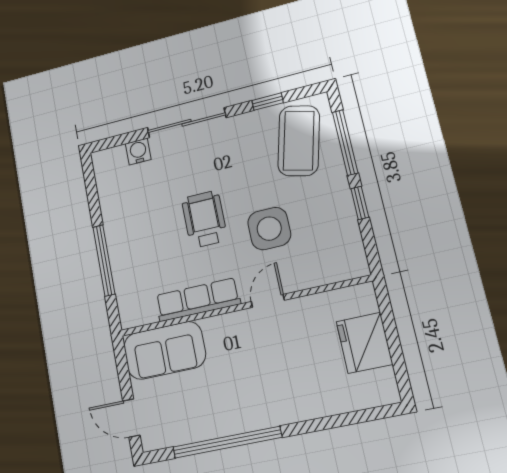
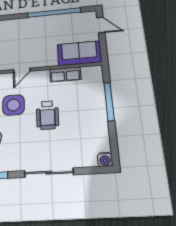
water cooler: (138, 152) -> (105, 159), moved
row of seats: (198, 300) -> (65, 74), width x0.68

